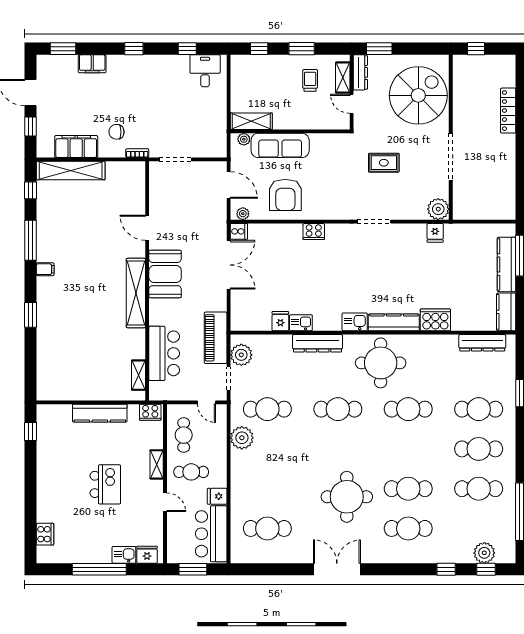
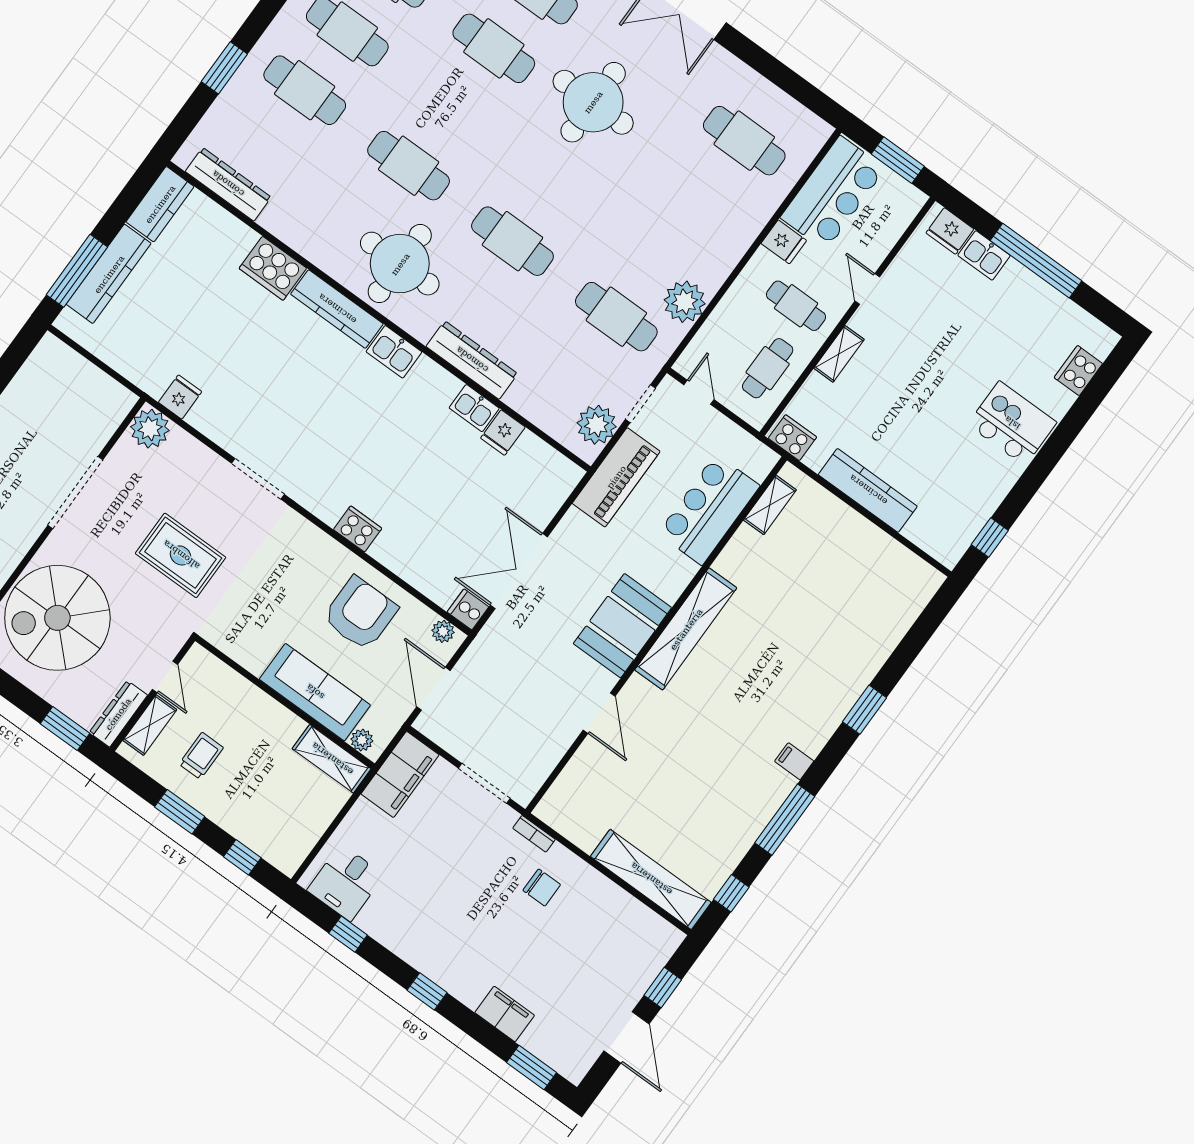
trolley: (310, 80) -> (201, 756), turned 180
filing cabinet: (76, 147) -> (400, 774), moved, turned -90
rug: (384, 163) -> (181, 555), width x1.36, depth x1.43
kitchen island: (105, 484) -> (1012, 423), moved, turned 90

